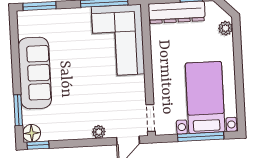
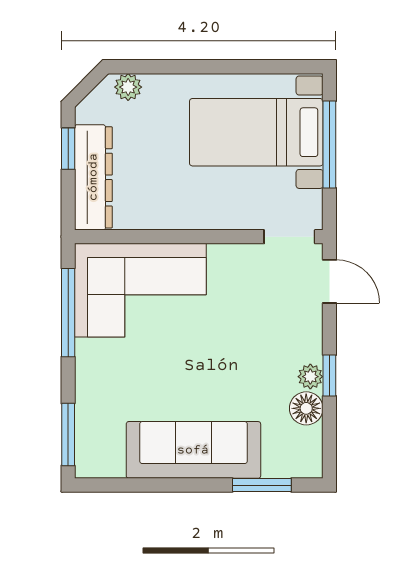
plant: (99, 132) -> (310, 377), moved
floor lamp: (32, 133) -> (306, 408), moved
window: (38, 145) -> (329, 376), moved

